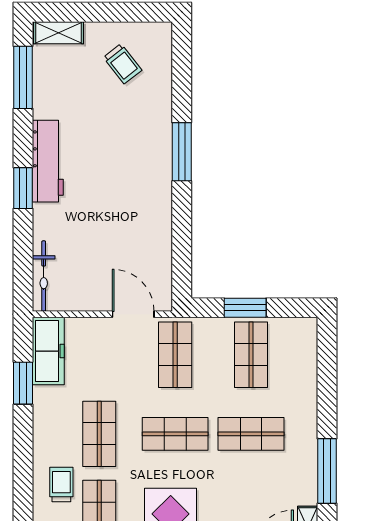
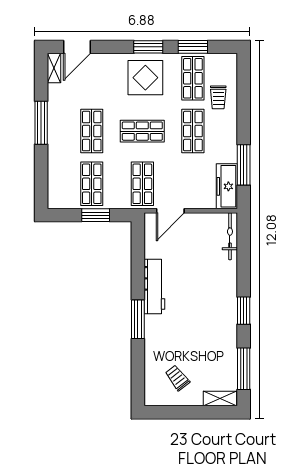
workbench: (48, 161) -> (154, 287), moved, turned 180
window: (23, 188) -> (244, 311), moved
door: (133, 314) -> (170, 211), hinge flipped
window: (23, 383) -> (244, 165), width x1.44
shop shelf: (251, 434) -> (92, 131), turned 90
window: (327, 471) -> (41, 123), moved

